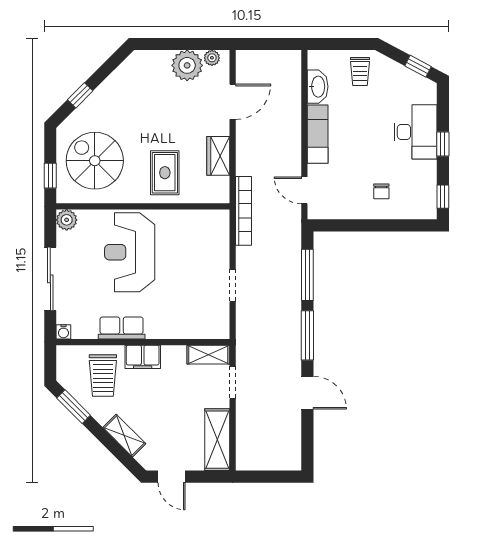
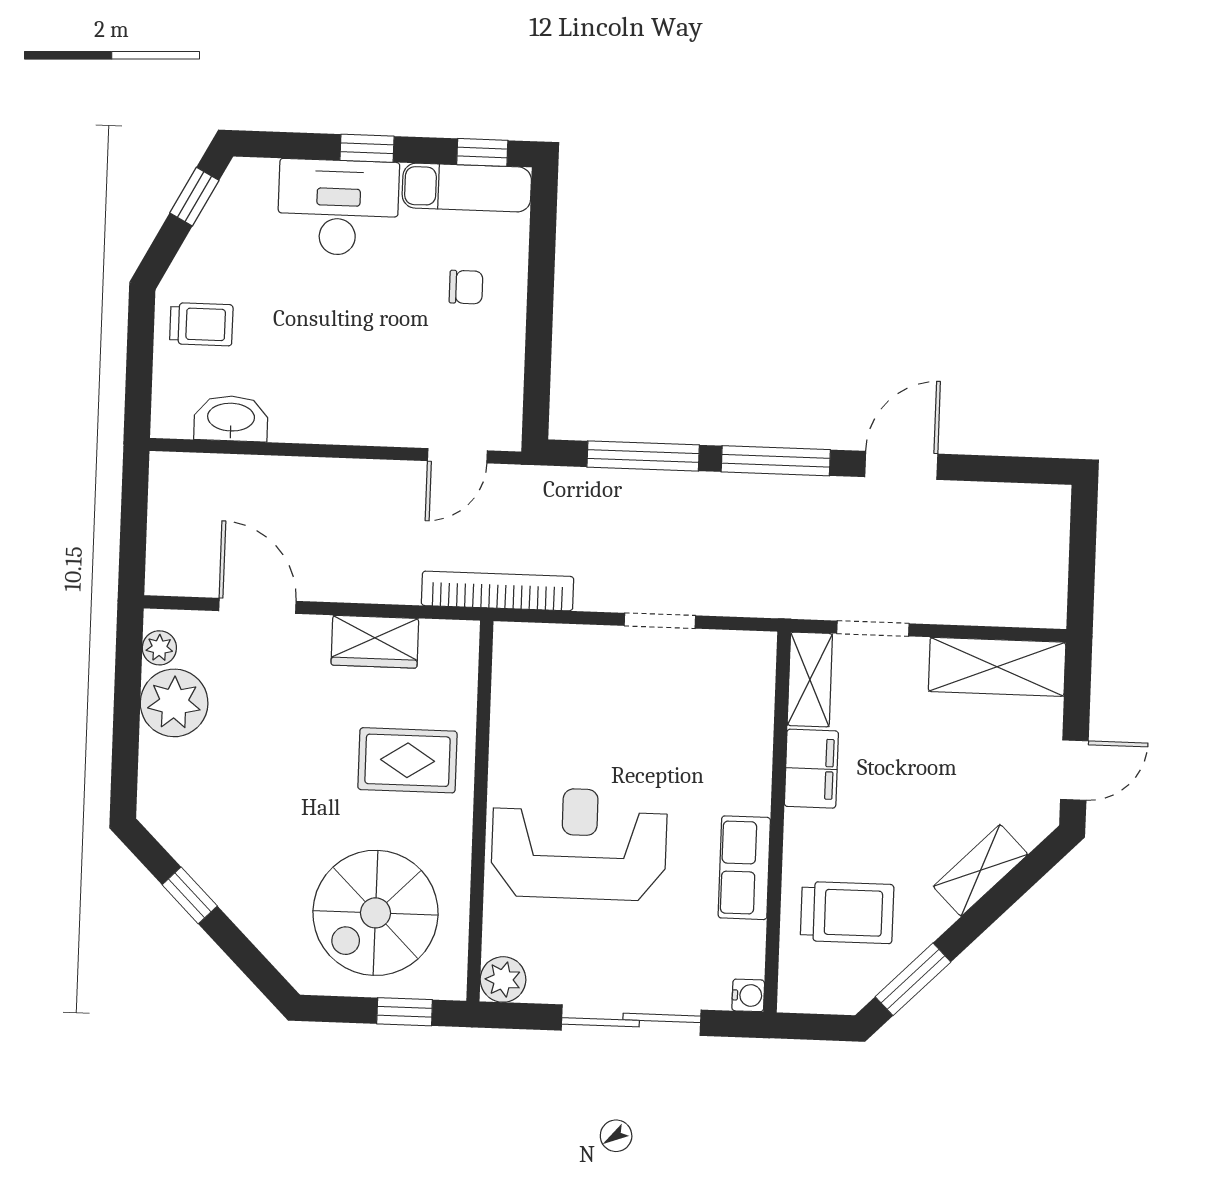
window: (80, 95) -> (190, 895), moved
exam couch: (318, 134) -> (467, 188), moved, turned 180
reception desk: (130, 252) -> (579, 844), turned 180
filing cabinet: (143, 357) -> (811, 769), moved

